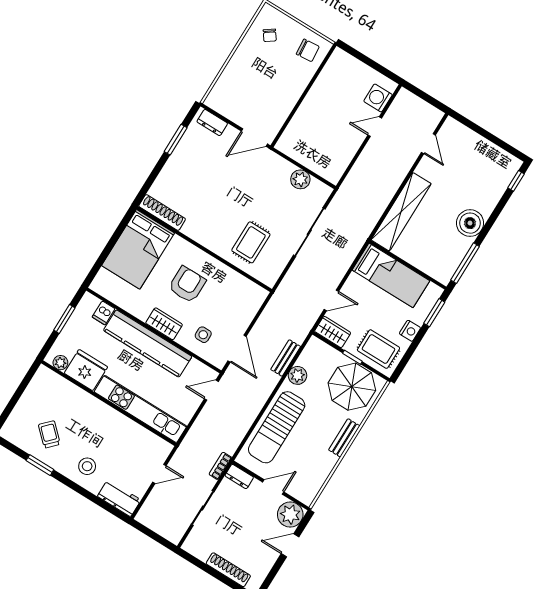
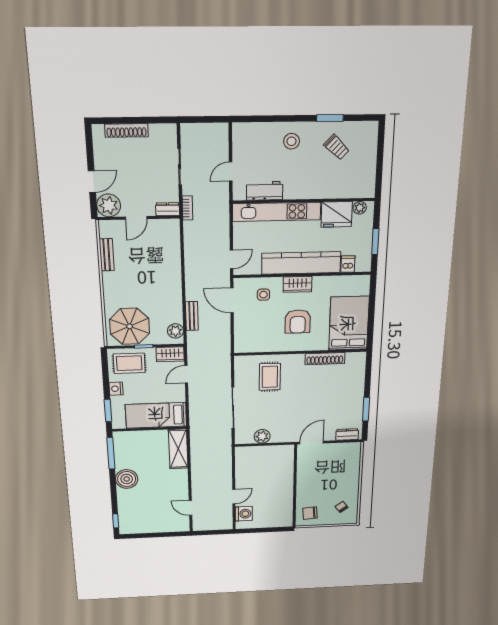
shelving: (401, 212) -> (178, 449), width x0.68
shoe rack: (162, 213) -> (325, 359), moved
plant: (297, 375) -> (175, 331), moved
sun lounger: (277, 427) -> (164, 263), removed
bench: (344, 438) -> (107, 255), moved
workbench: (119, 498) -> (265, 191), moved, turned 180

